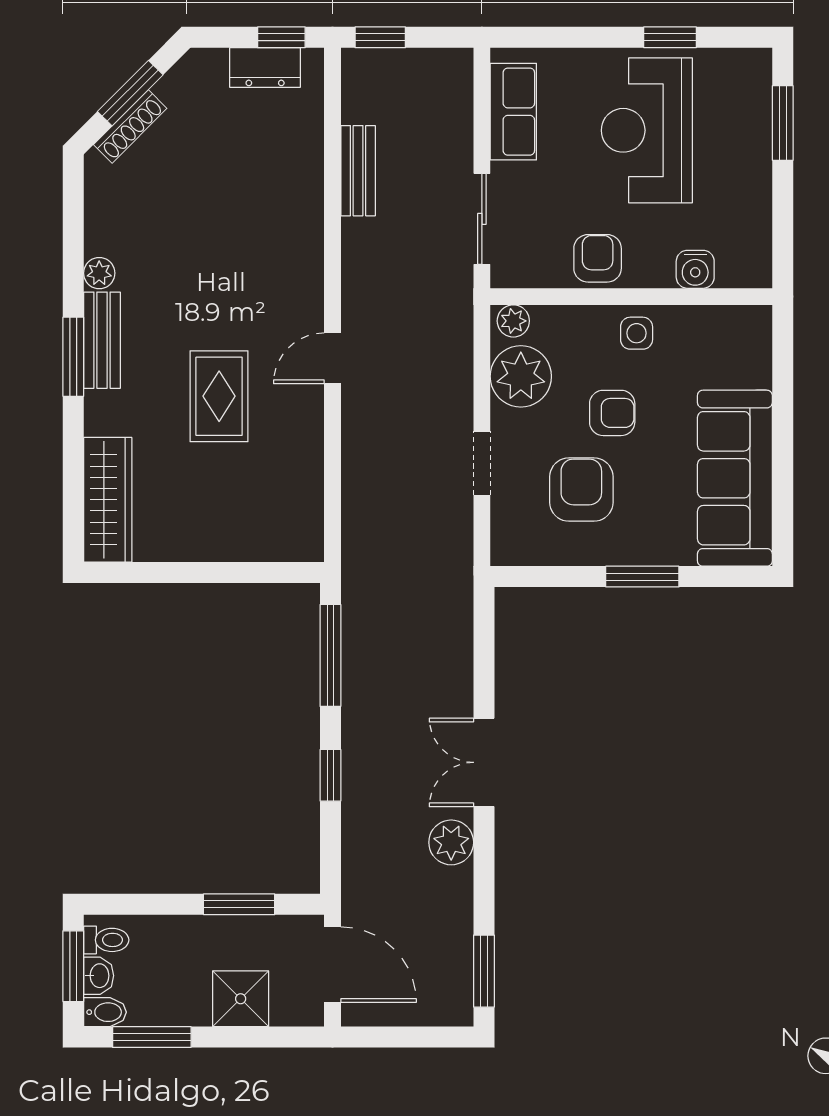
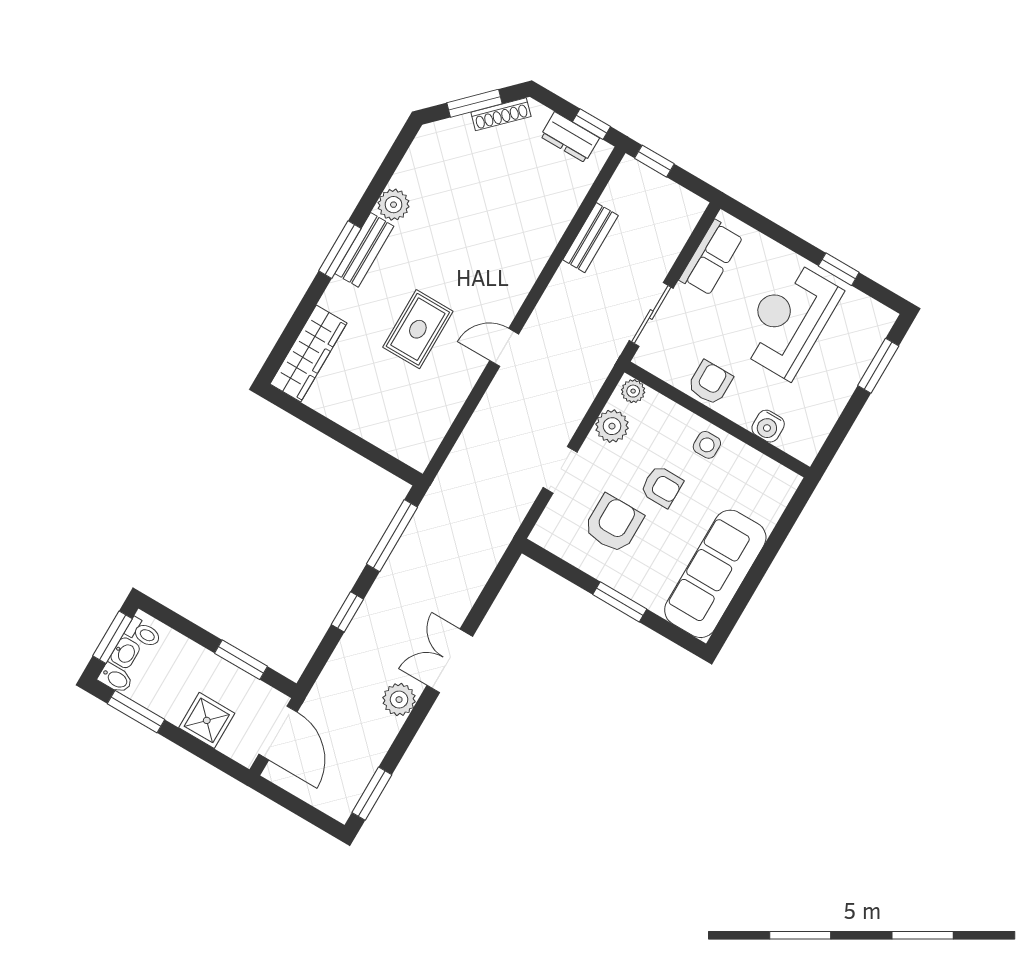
shoe rack: (130, 127) -> (501, 114), moved
plant: (99, 273) -> (394, 205), width x1.38, depth x1.38
plant: (521, 376) -> (612, 426), width x0.73, depth x0.73

